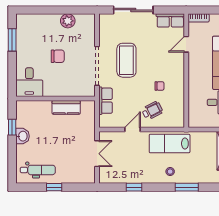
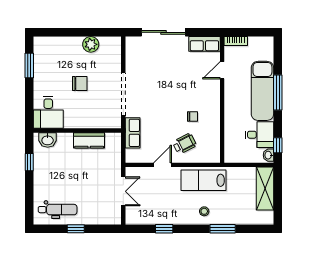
coffee table: (126, 60) -> (156, 88), removed
washbasin: (22, 136) -> (48, 140), moved, turned 90

